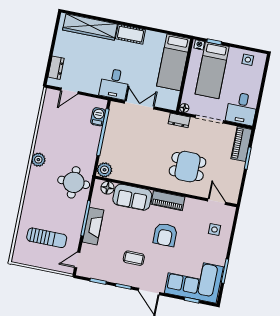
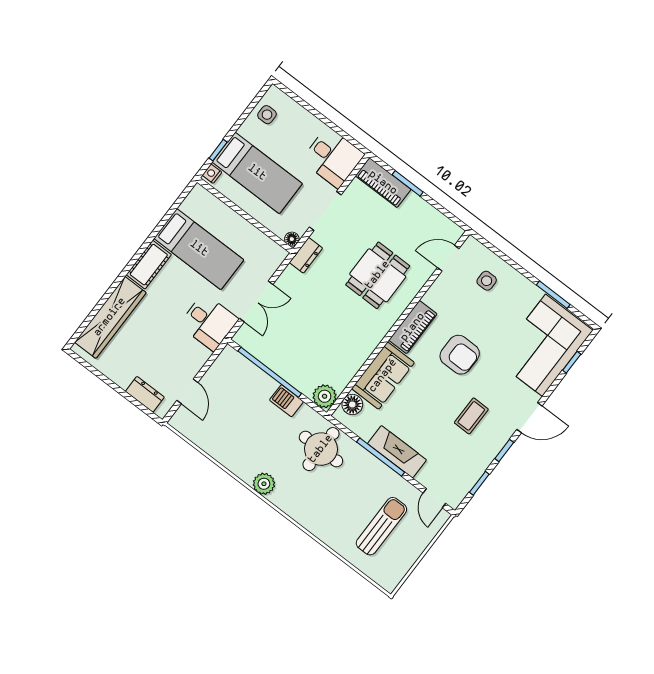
bed: (174, 62) -> (199, 249), moved
double door: (139, 105) -> (256, 301), swing flipped
barbecue: (98, 117) -> (286, 401), moved

